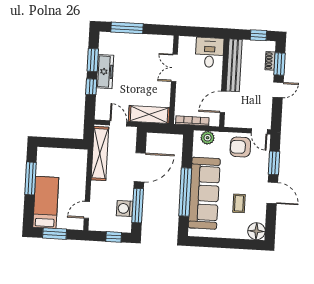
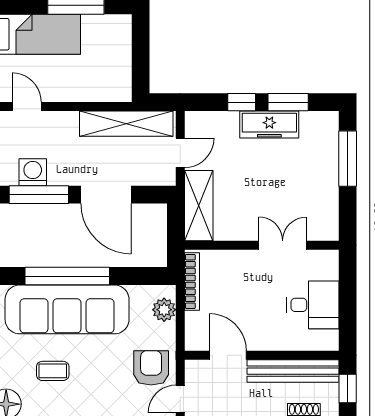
bench: (234, 65) -> (293, 371), moved
wall: (224, 83) -> (262, 355), moved
door: (223, 102) -> (228, 355), moved

